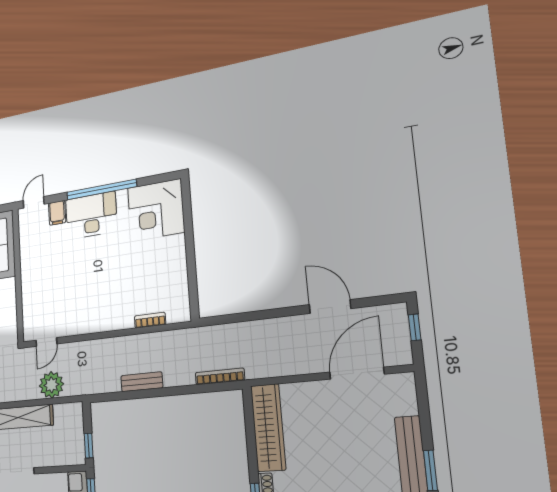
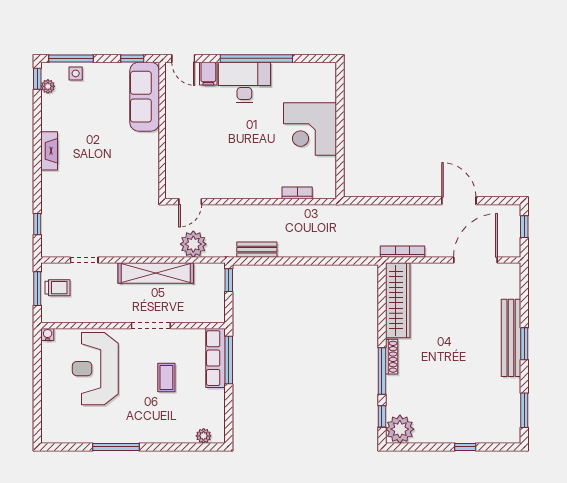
door: (34, 202) -> (183, 58), swing flipped
corner desk: (156, 210) -> (310, 129), moved
bookcase: (220, 376) -> (402, 252), moved
bench: (142, 382) -> (257, 250), moved
window: (89, 446) -> (229, 280), moved

